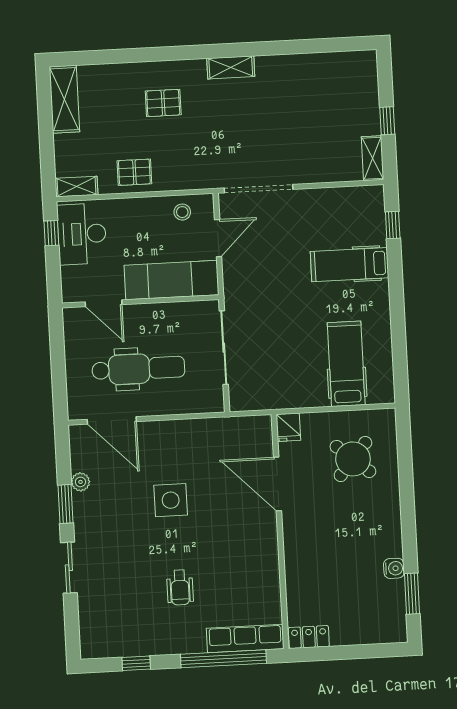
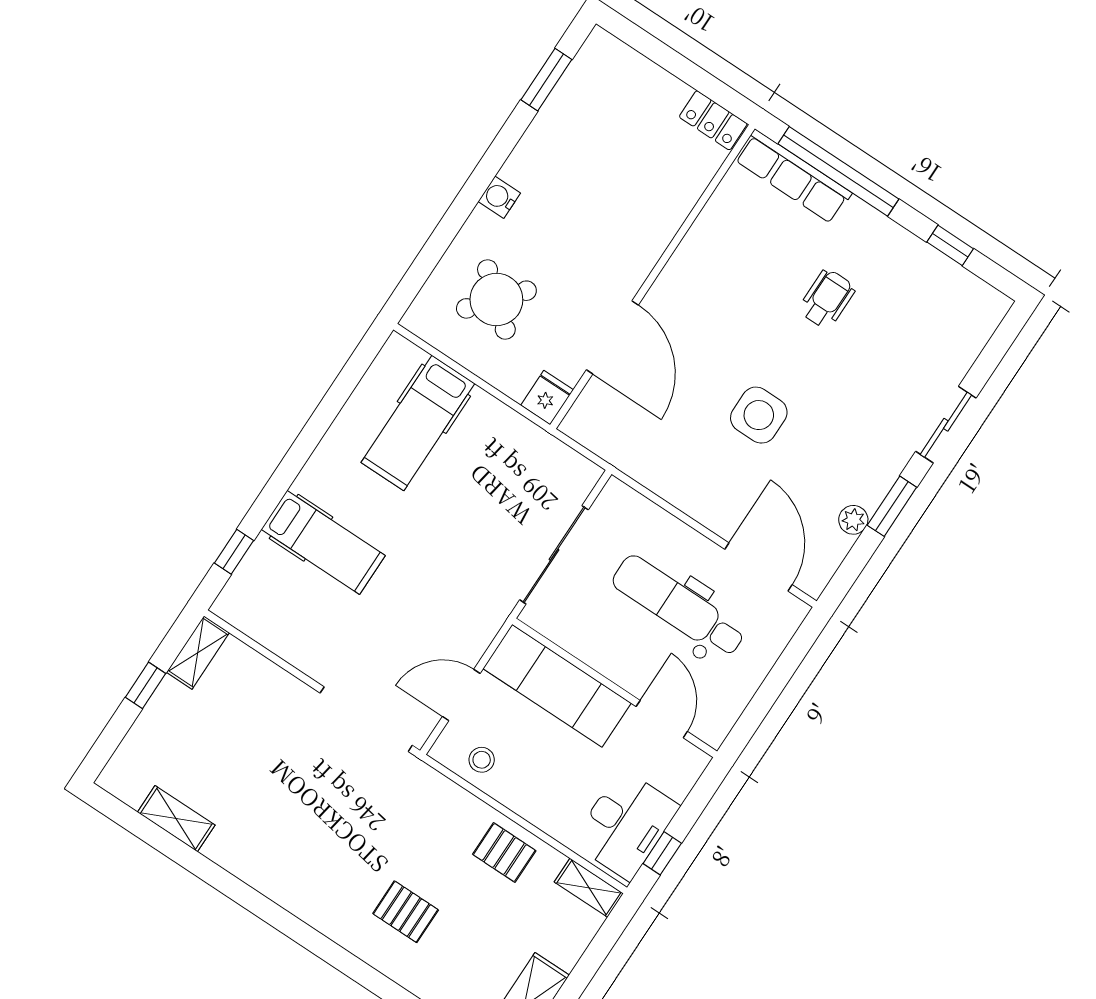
shelving: (231, 67) -> (176, 819), moved
water cooler: (394, 568) -> (499, 197), moved

